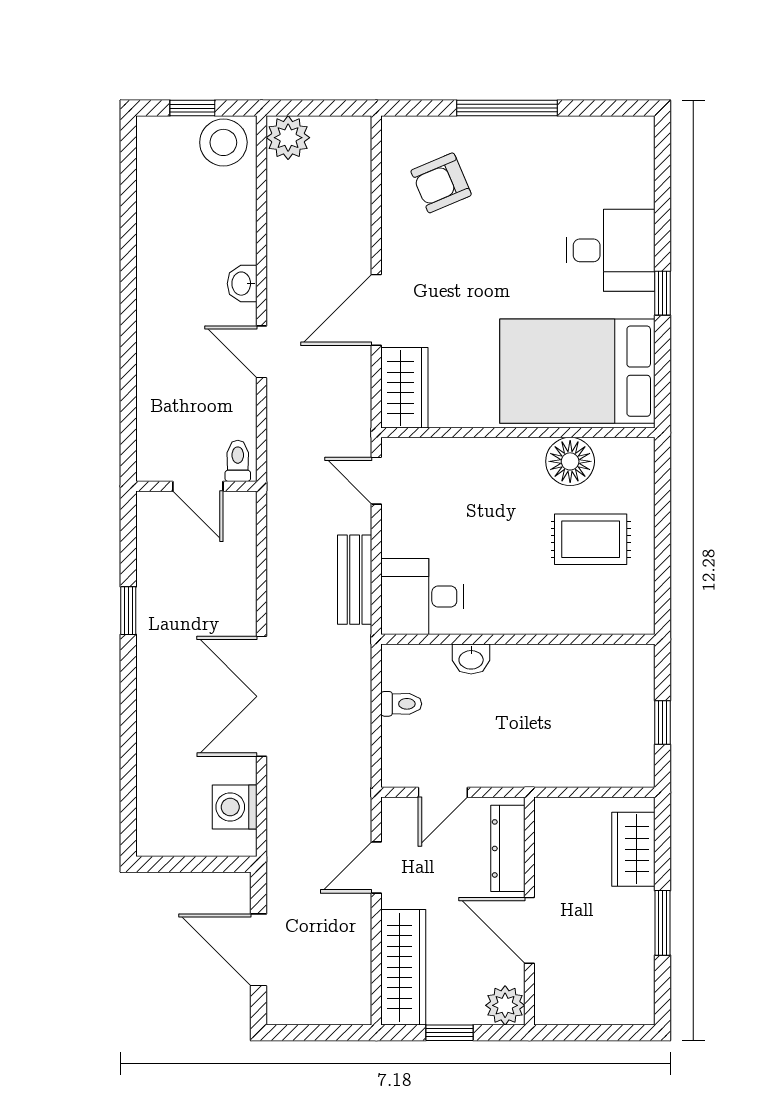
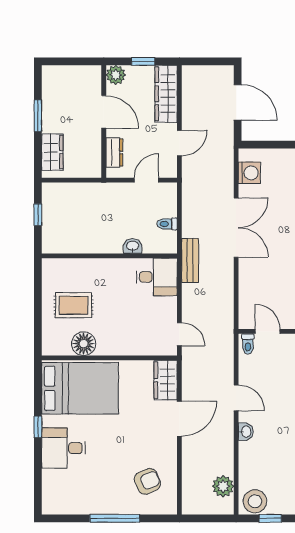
plant: (288, 138) -> (223, 486), moved
bench: (355, 580) -> (190, 260), moved
dresser: (508, 848) -> (114, 152), width x0.70

